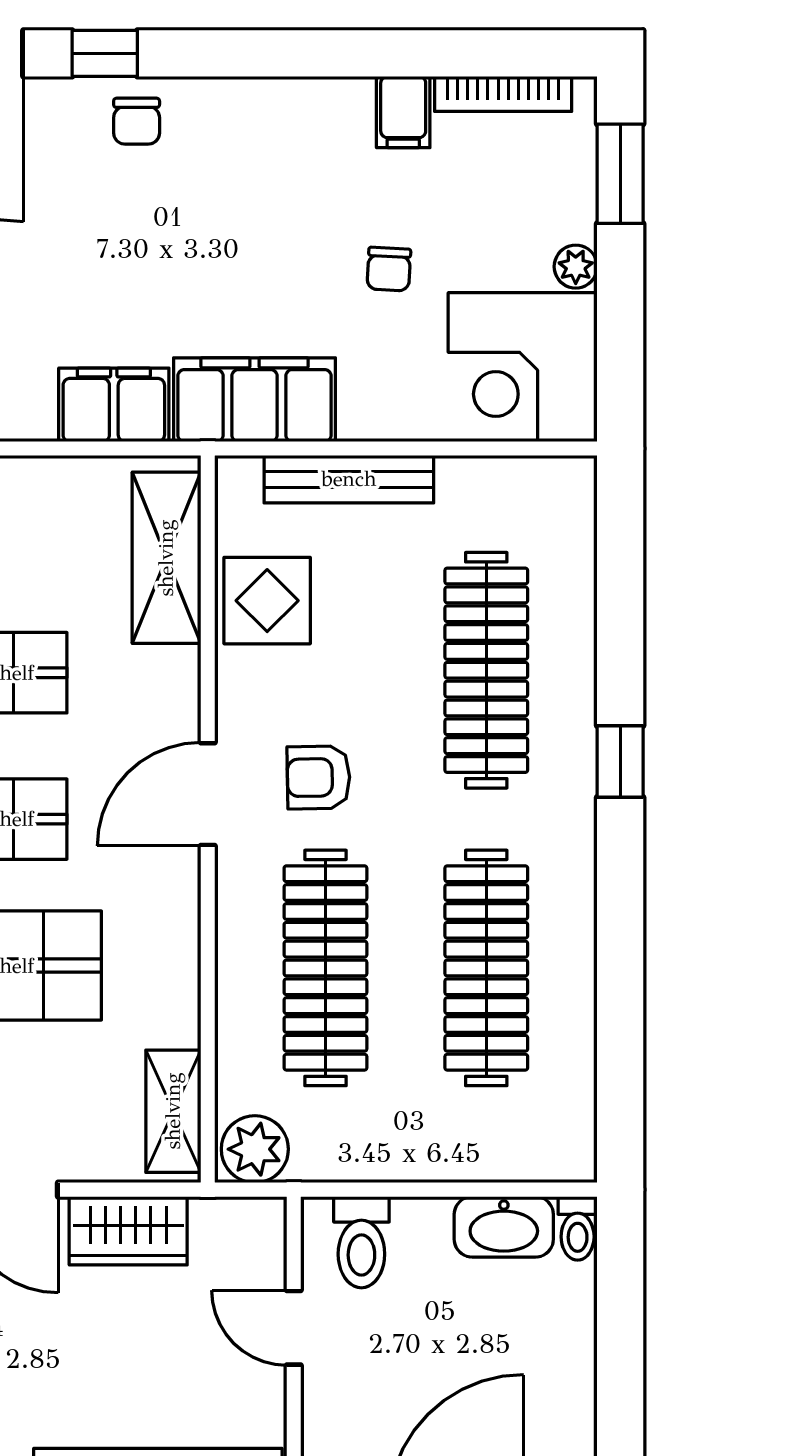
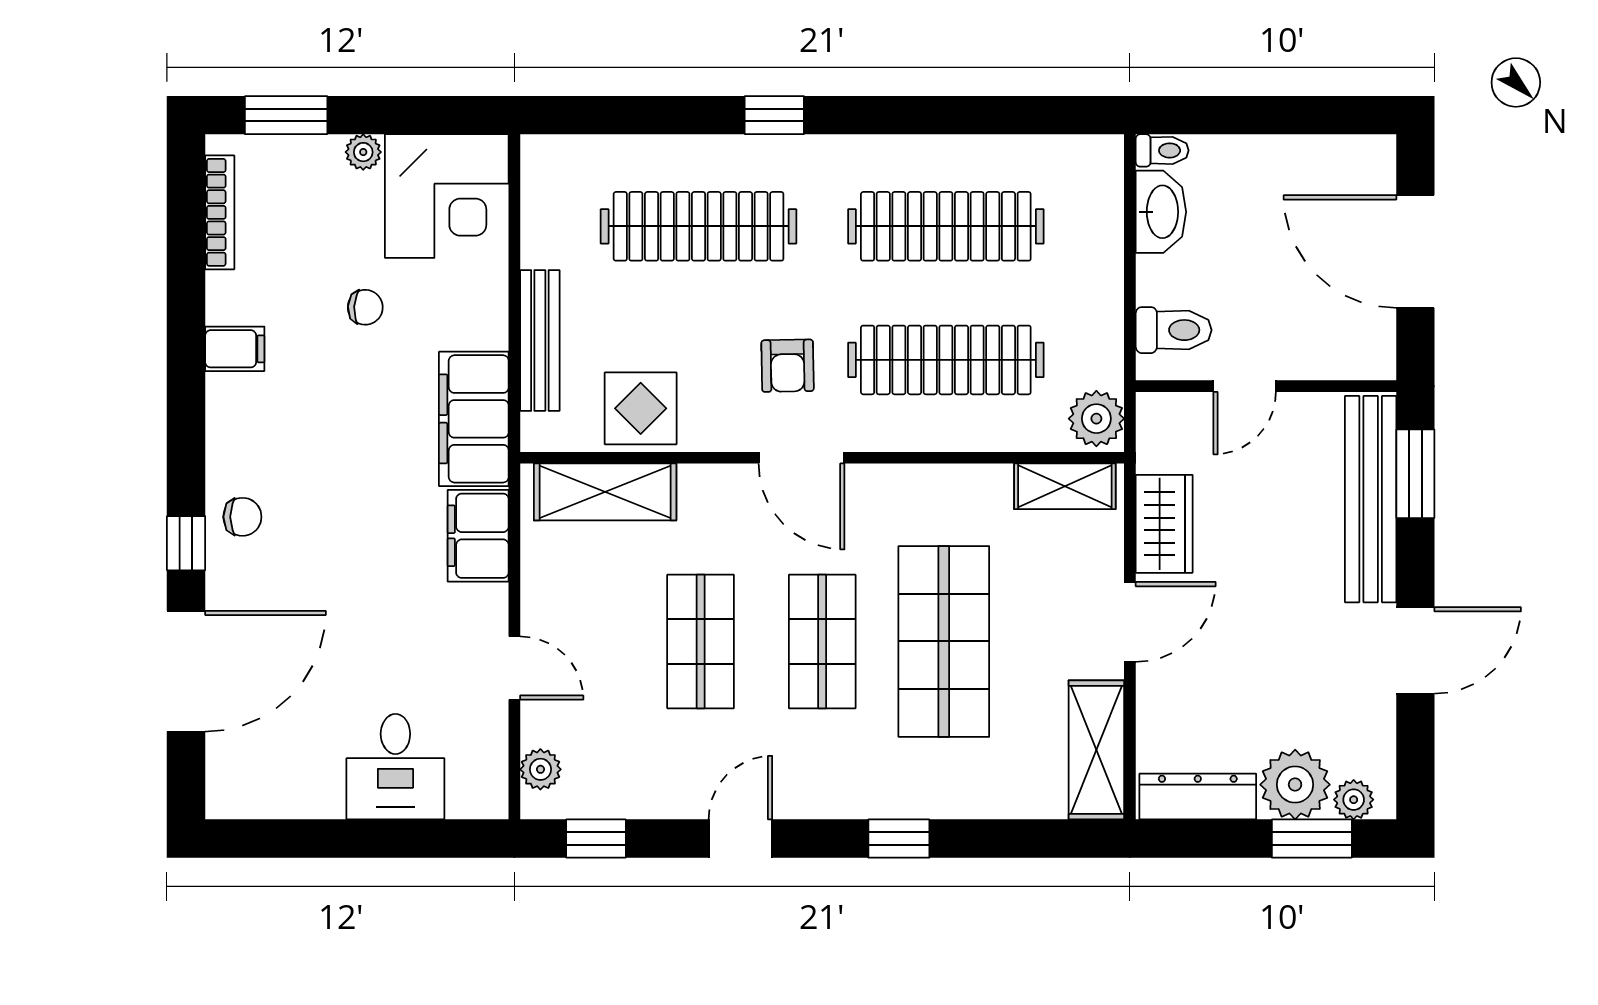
filing cabinet: (403, 112) -> (235, 349), moved

